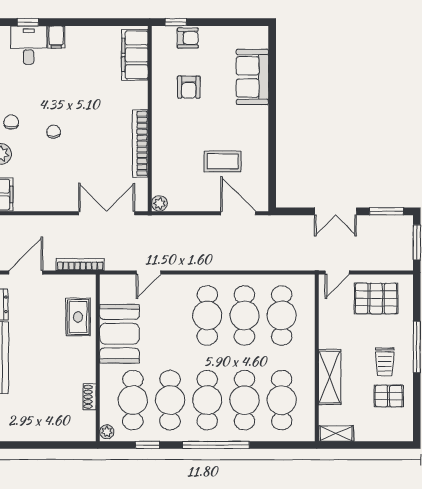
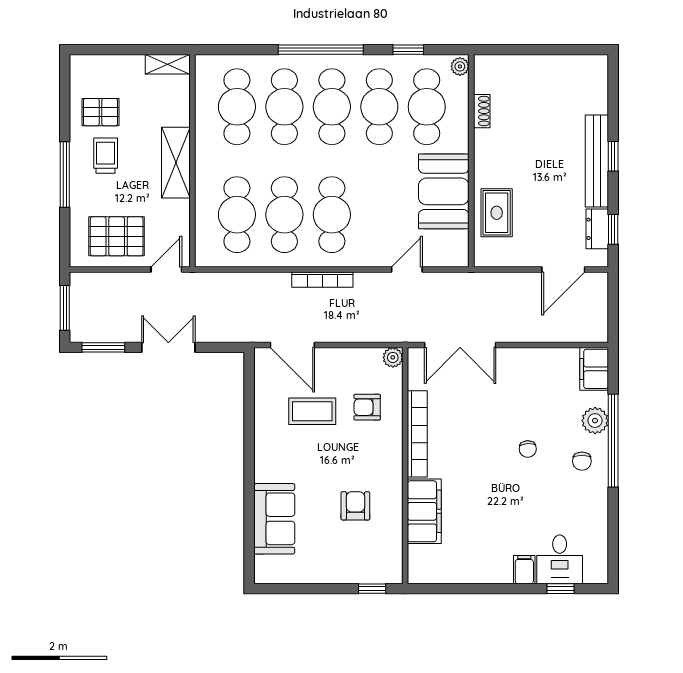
armchair: (188, 38) -> (367, 407), moved
filing cabinet: (135, 55) -> (424, 511), moved
bookcase: (80, 265) -> (322, 280), moved
shelving: (330, 377) -> (176, 163), moved

